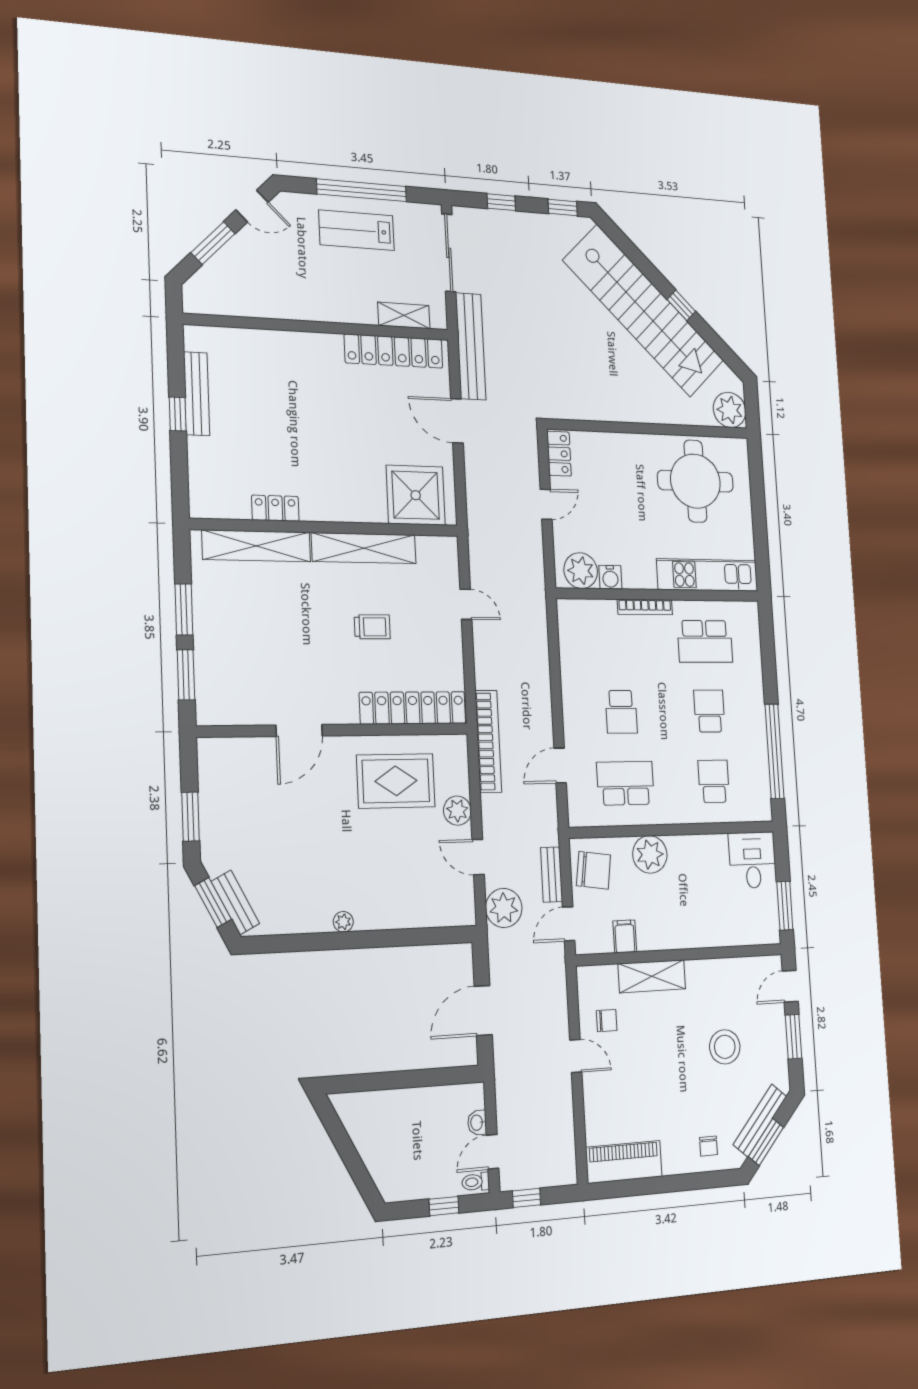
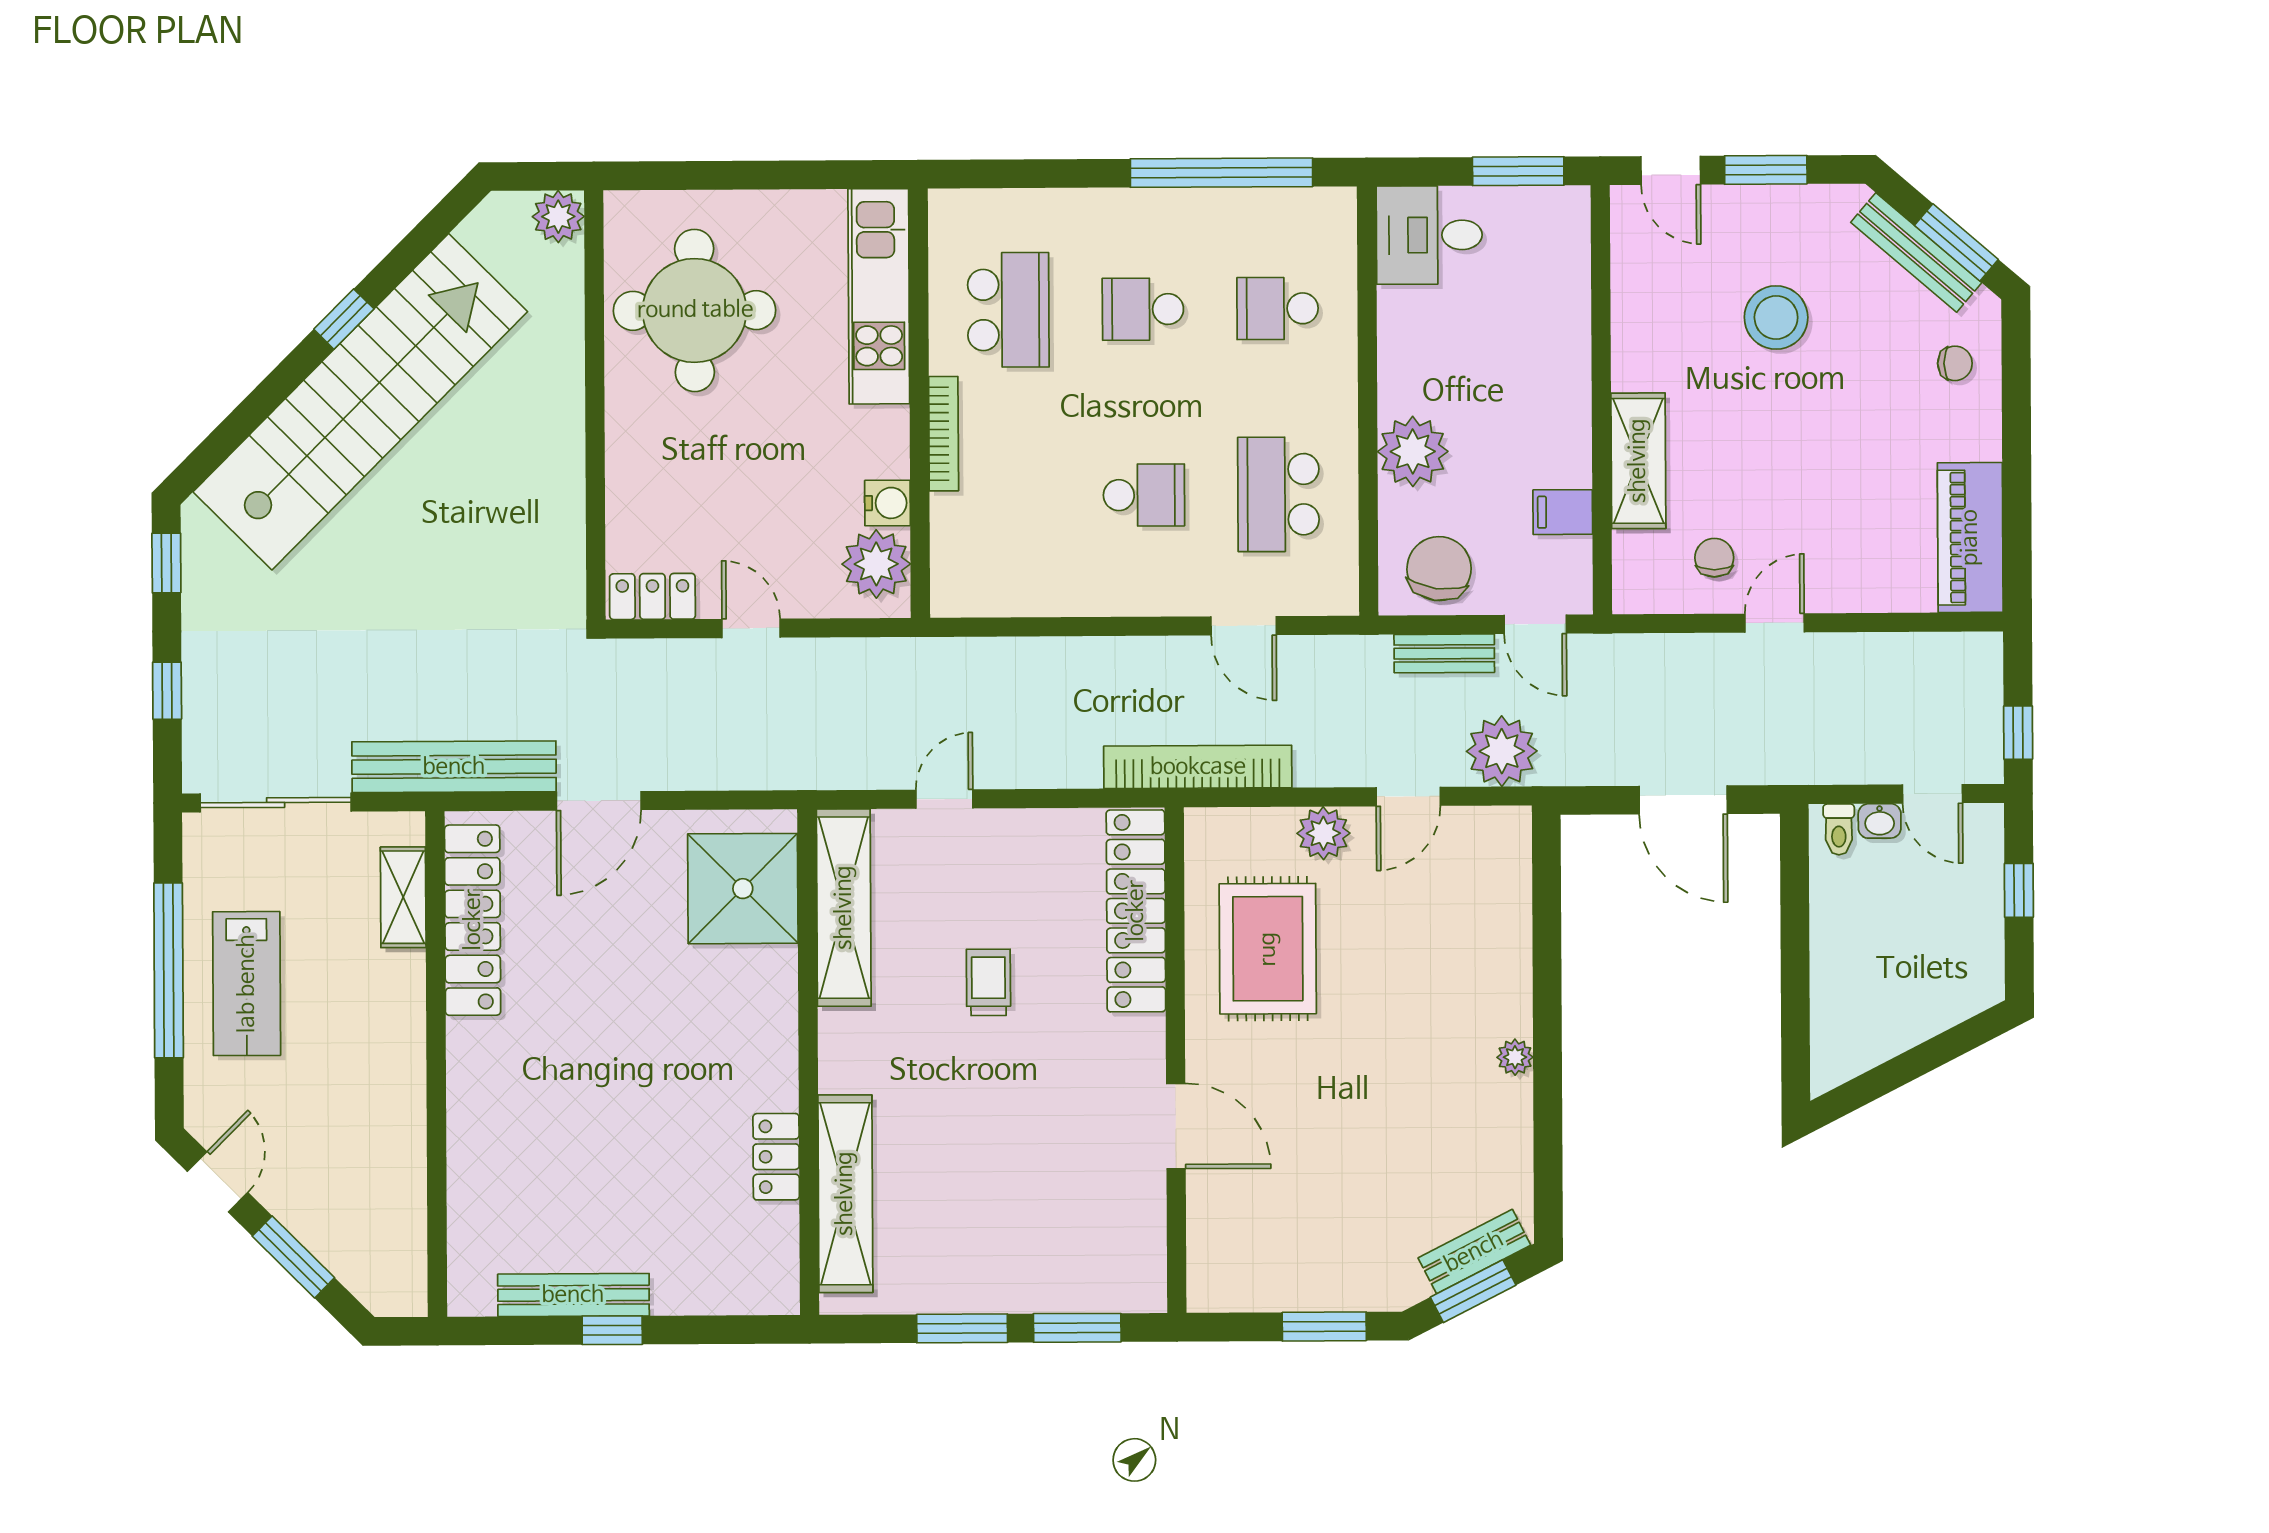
plant: (730, 410) -> (558, 217), width x0.73, depth x0.73
shelving: (364, 548) -> (844, 908), moved
toilet: (476, 1182) -> (1839, 829), moved

